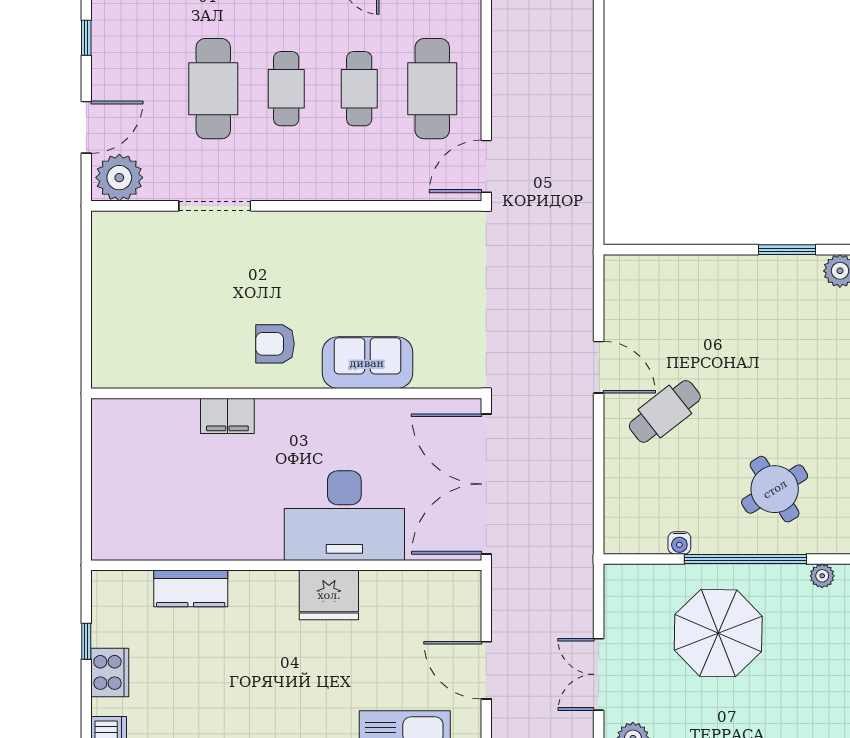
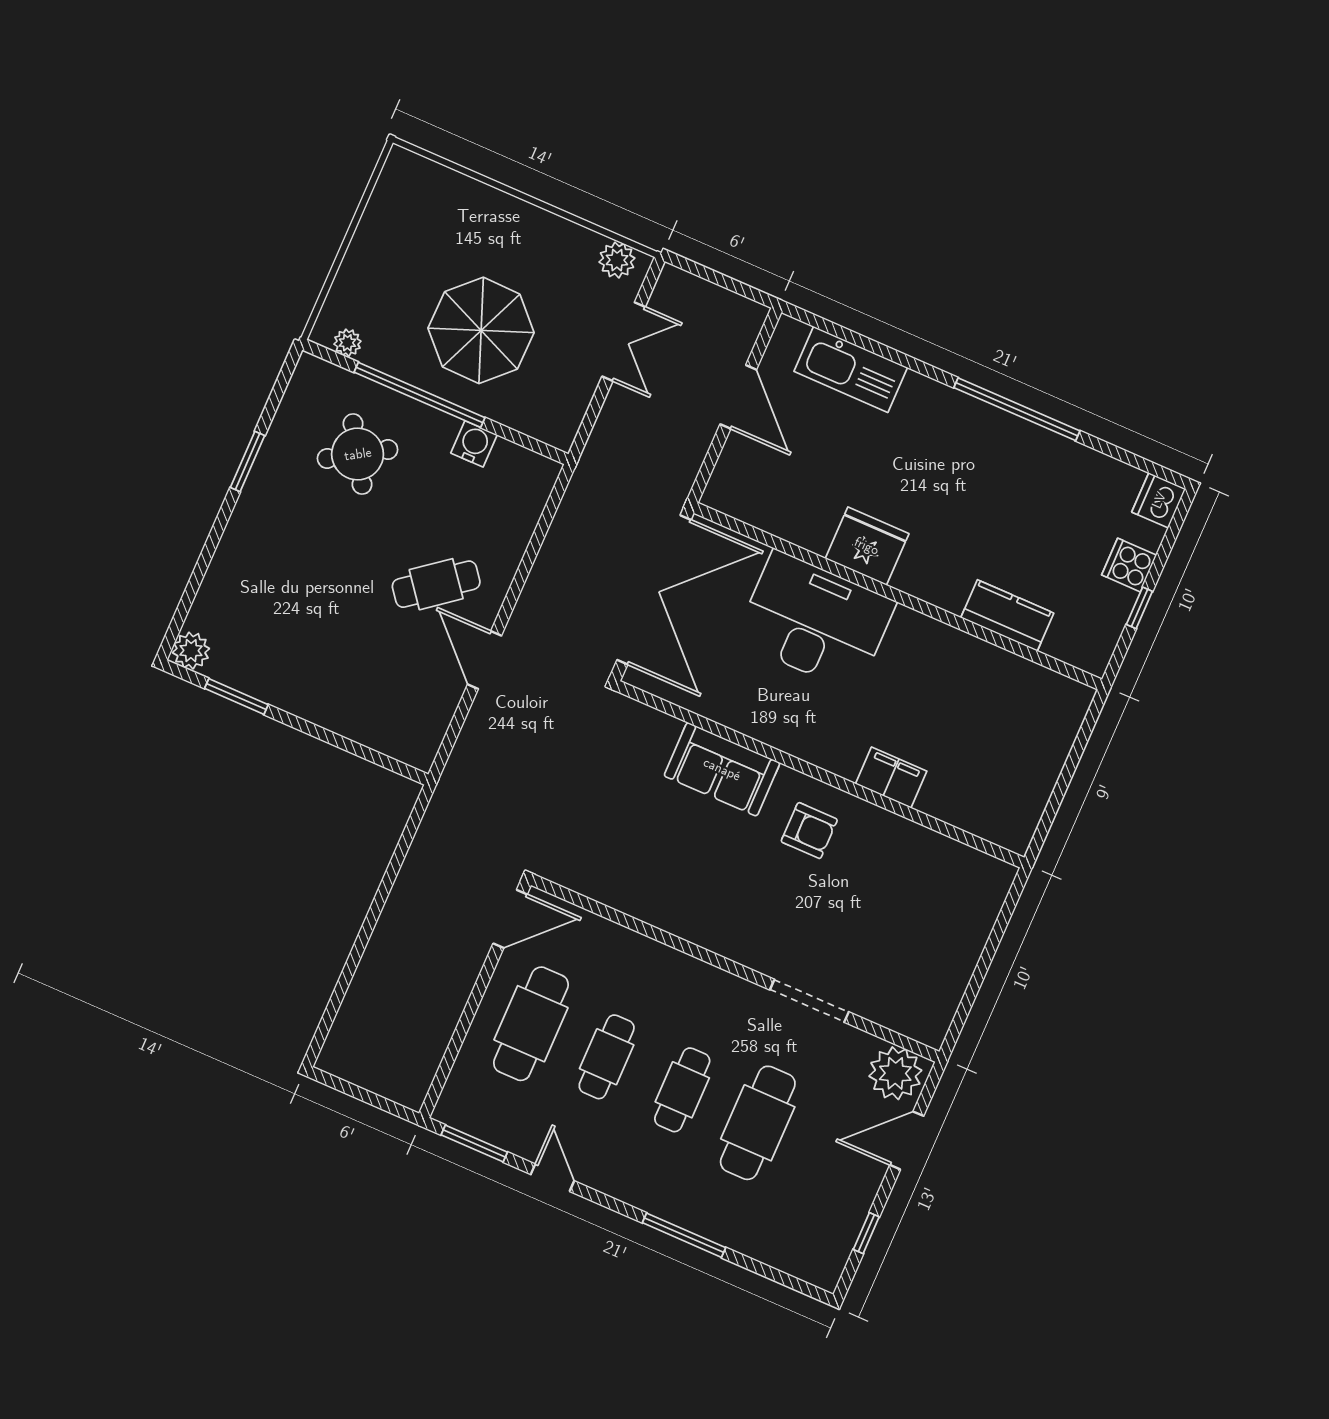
water cooler: (679, 543) -> (474, 444), width x1.38, depth x1.38
cooker: (110, 672) -> (1129, 565), width x0.73

